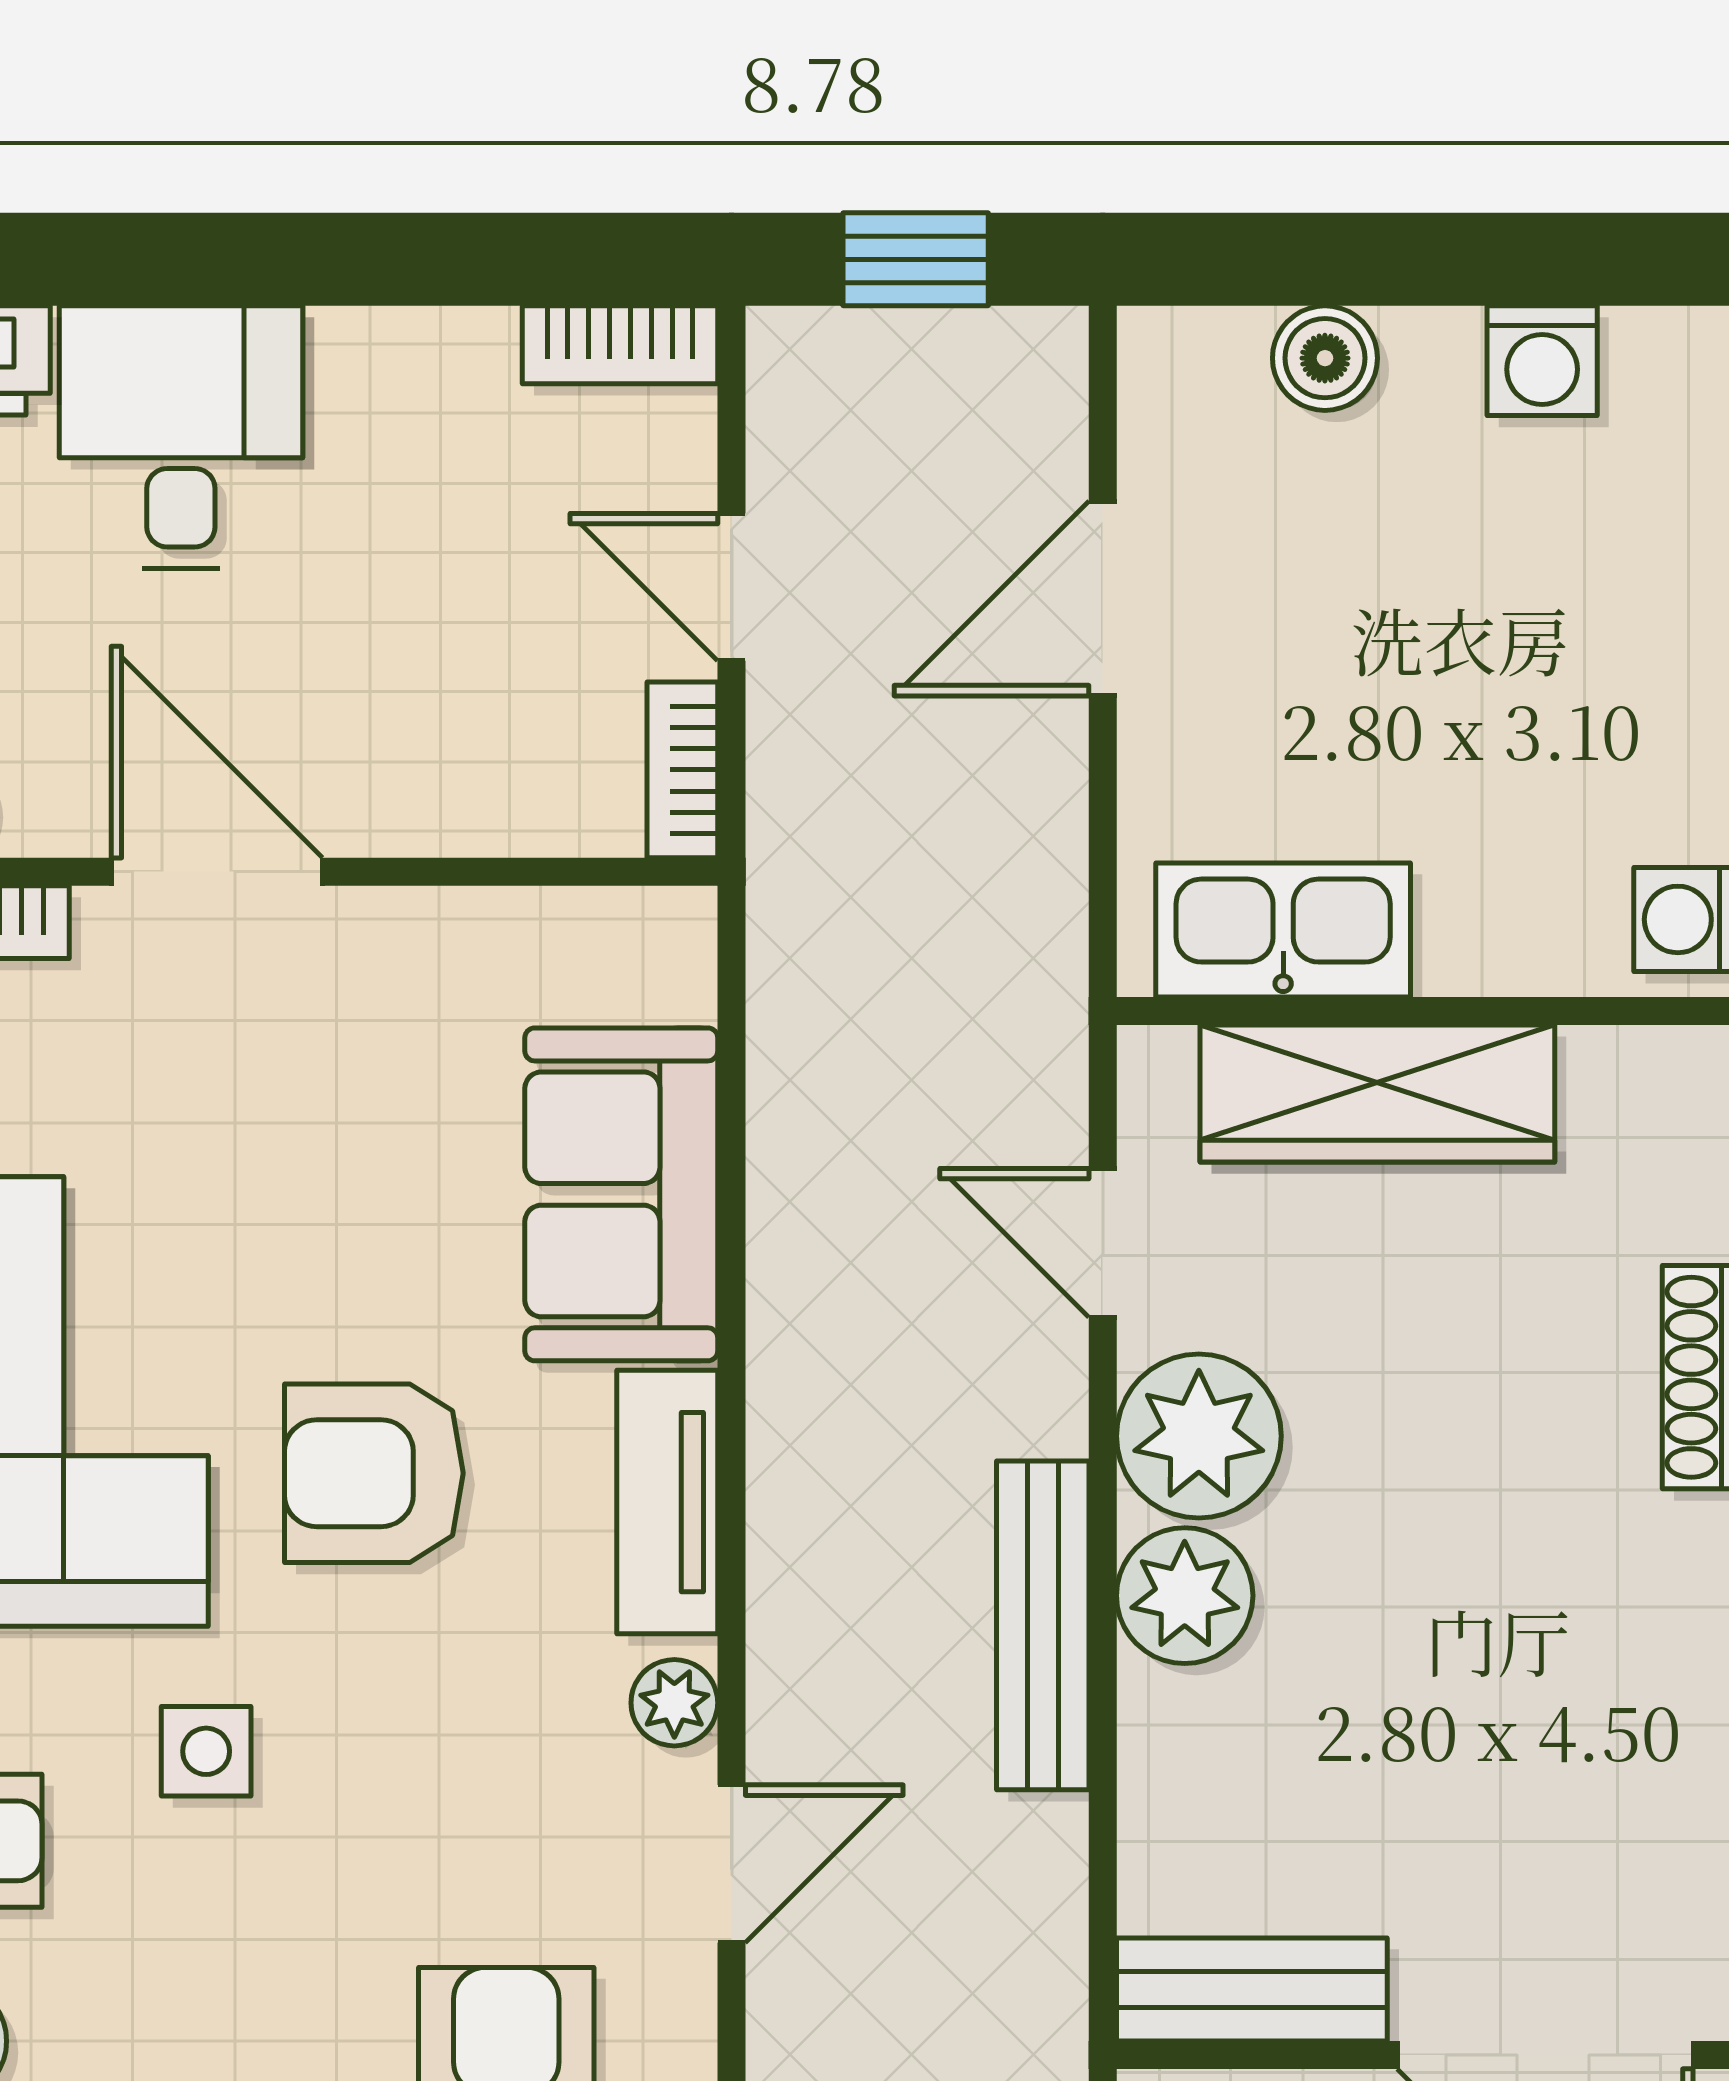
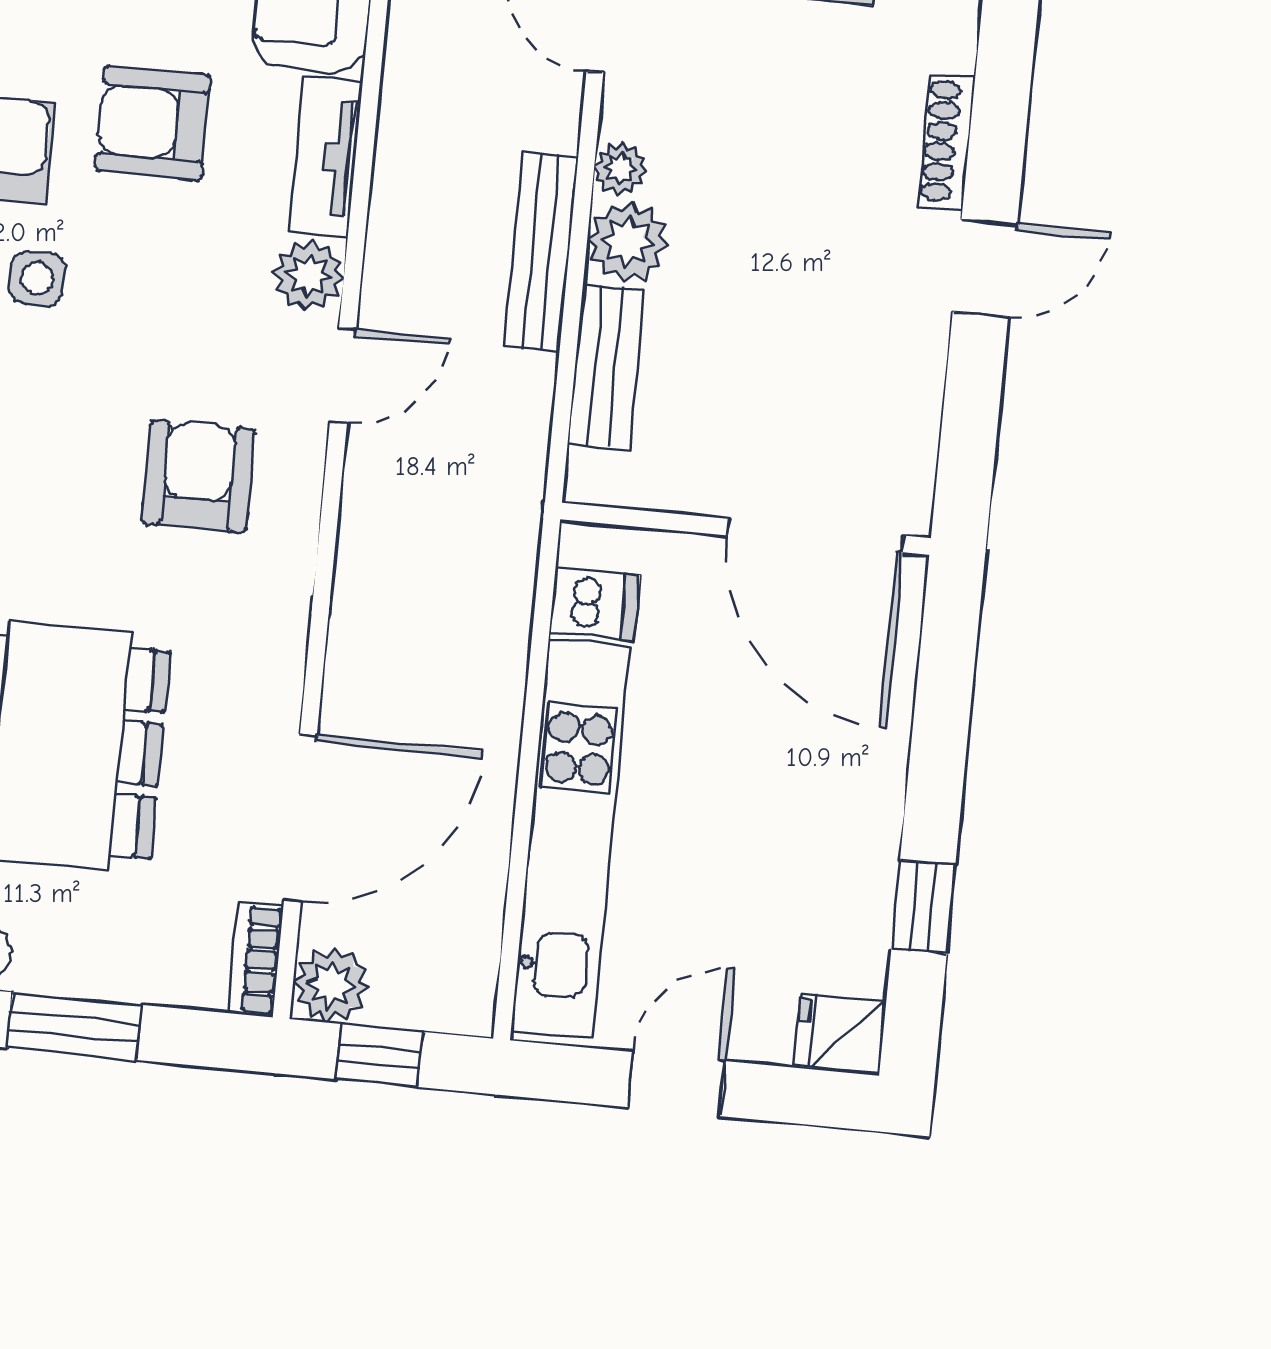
plant: (1199, 1436) -> (620, 169), width x0.53, depth x0.53
plant: (674, 1703) -> (309, 275), width x1.38, depth x1.38
bench: (1252, 1989) -> (606, 367), moved, turned 90

